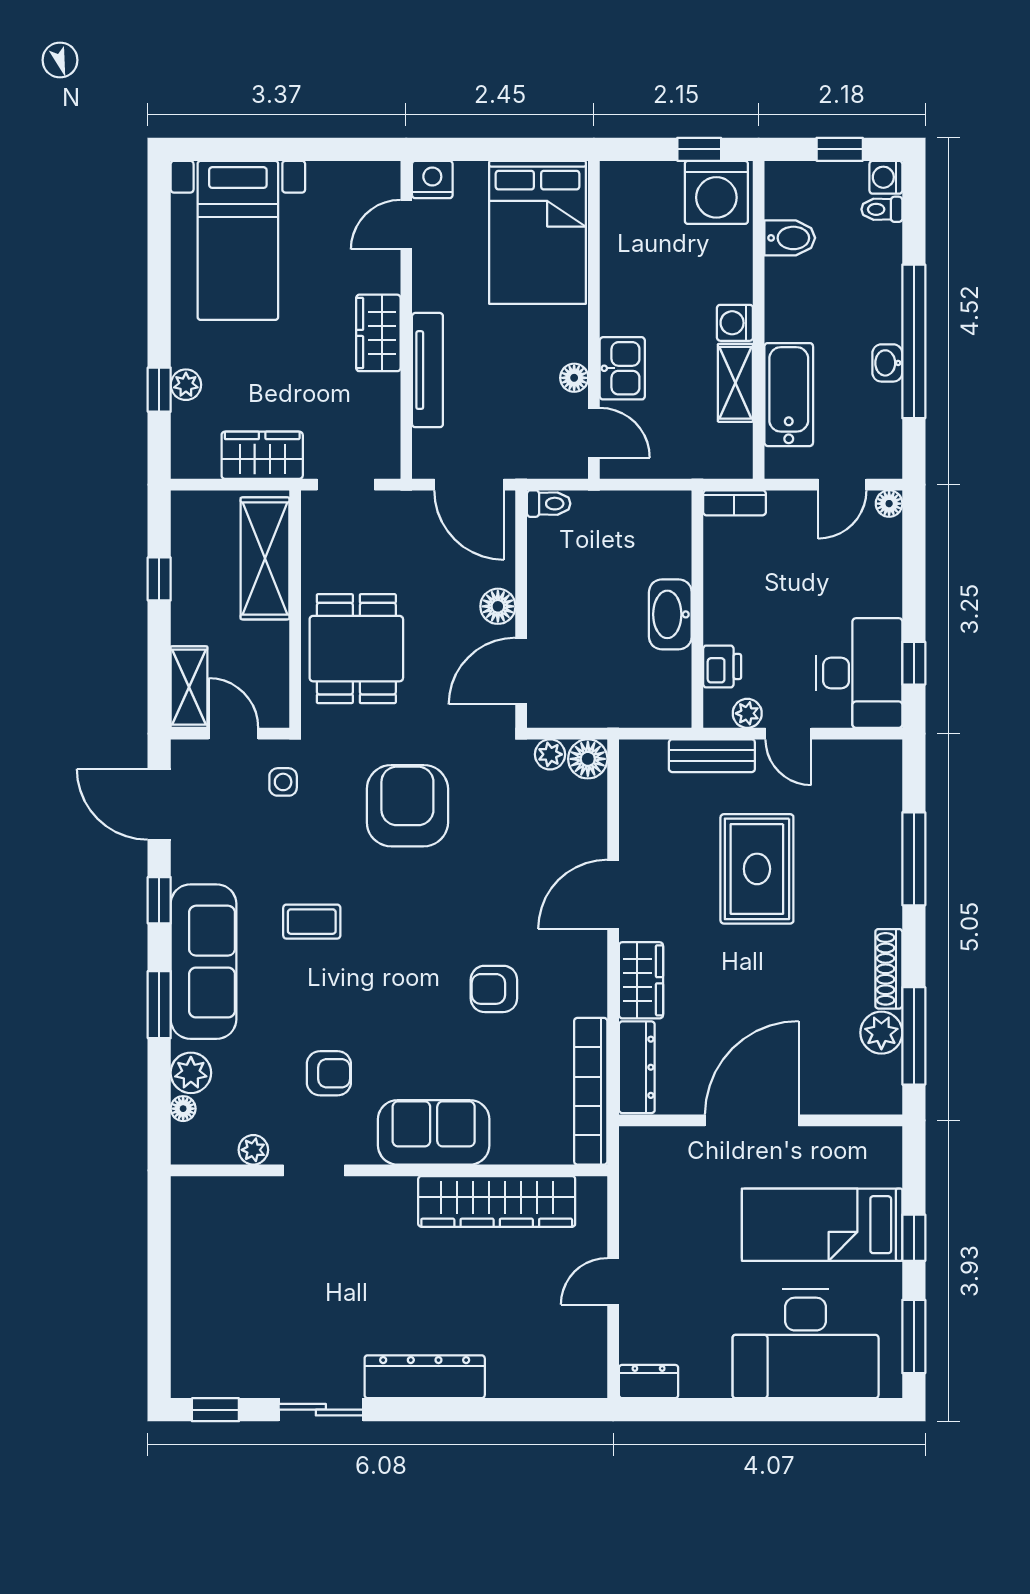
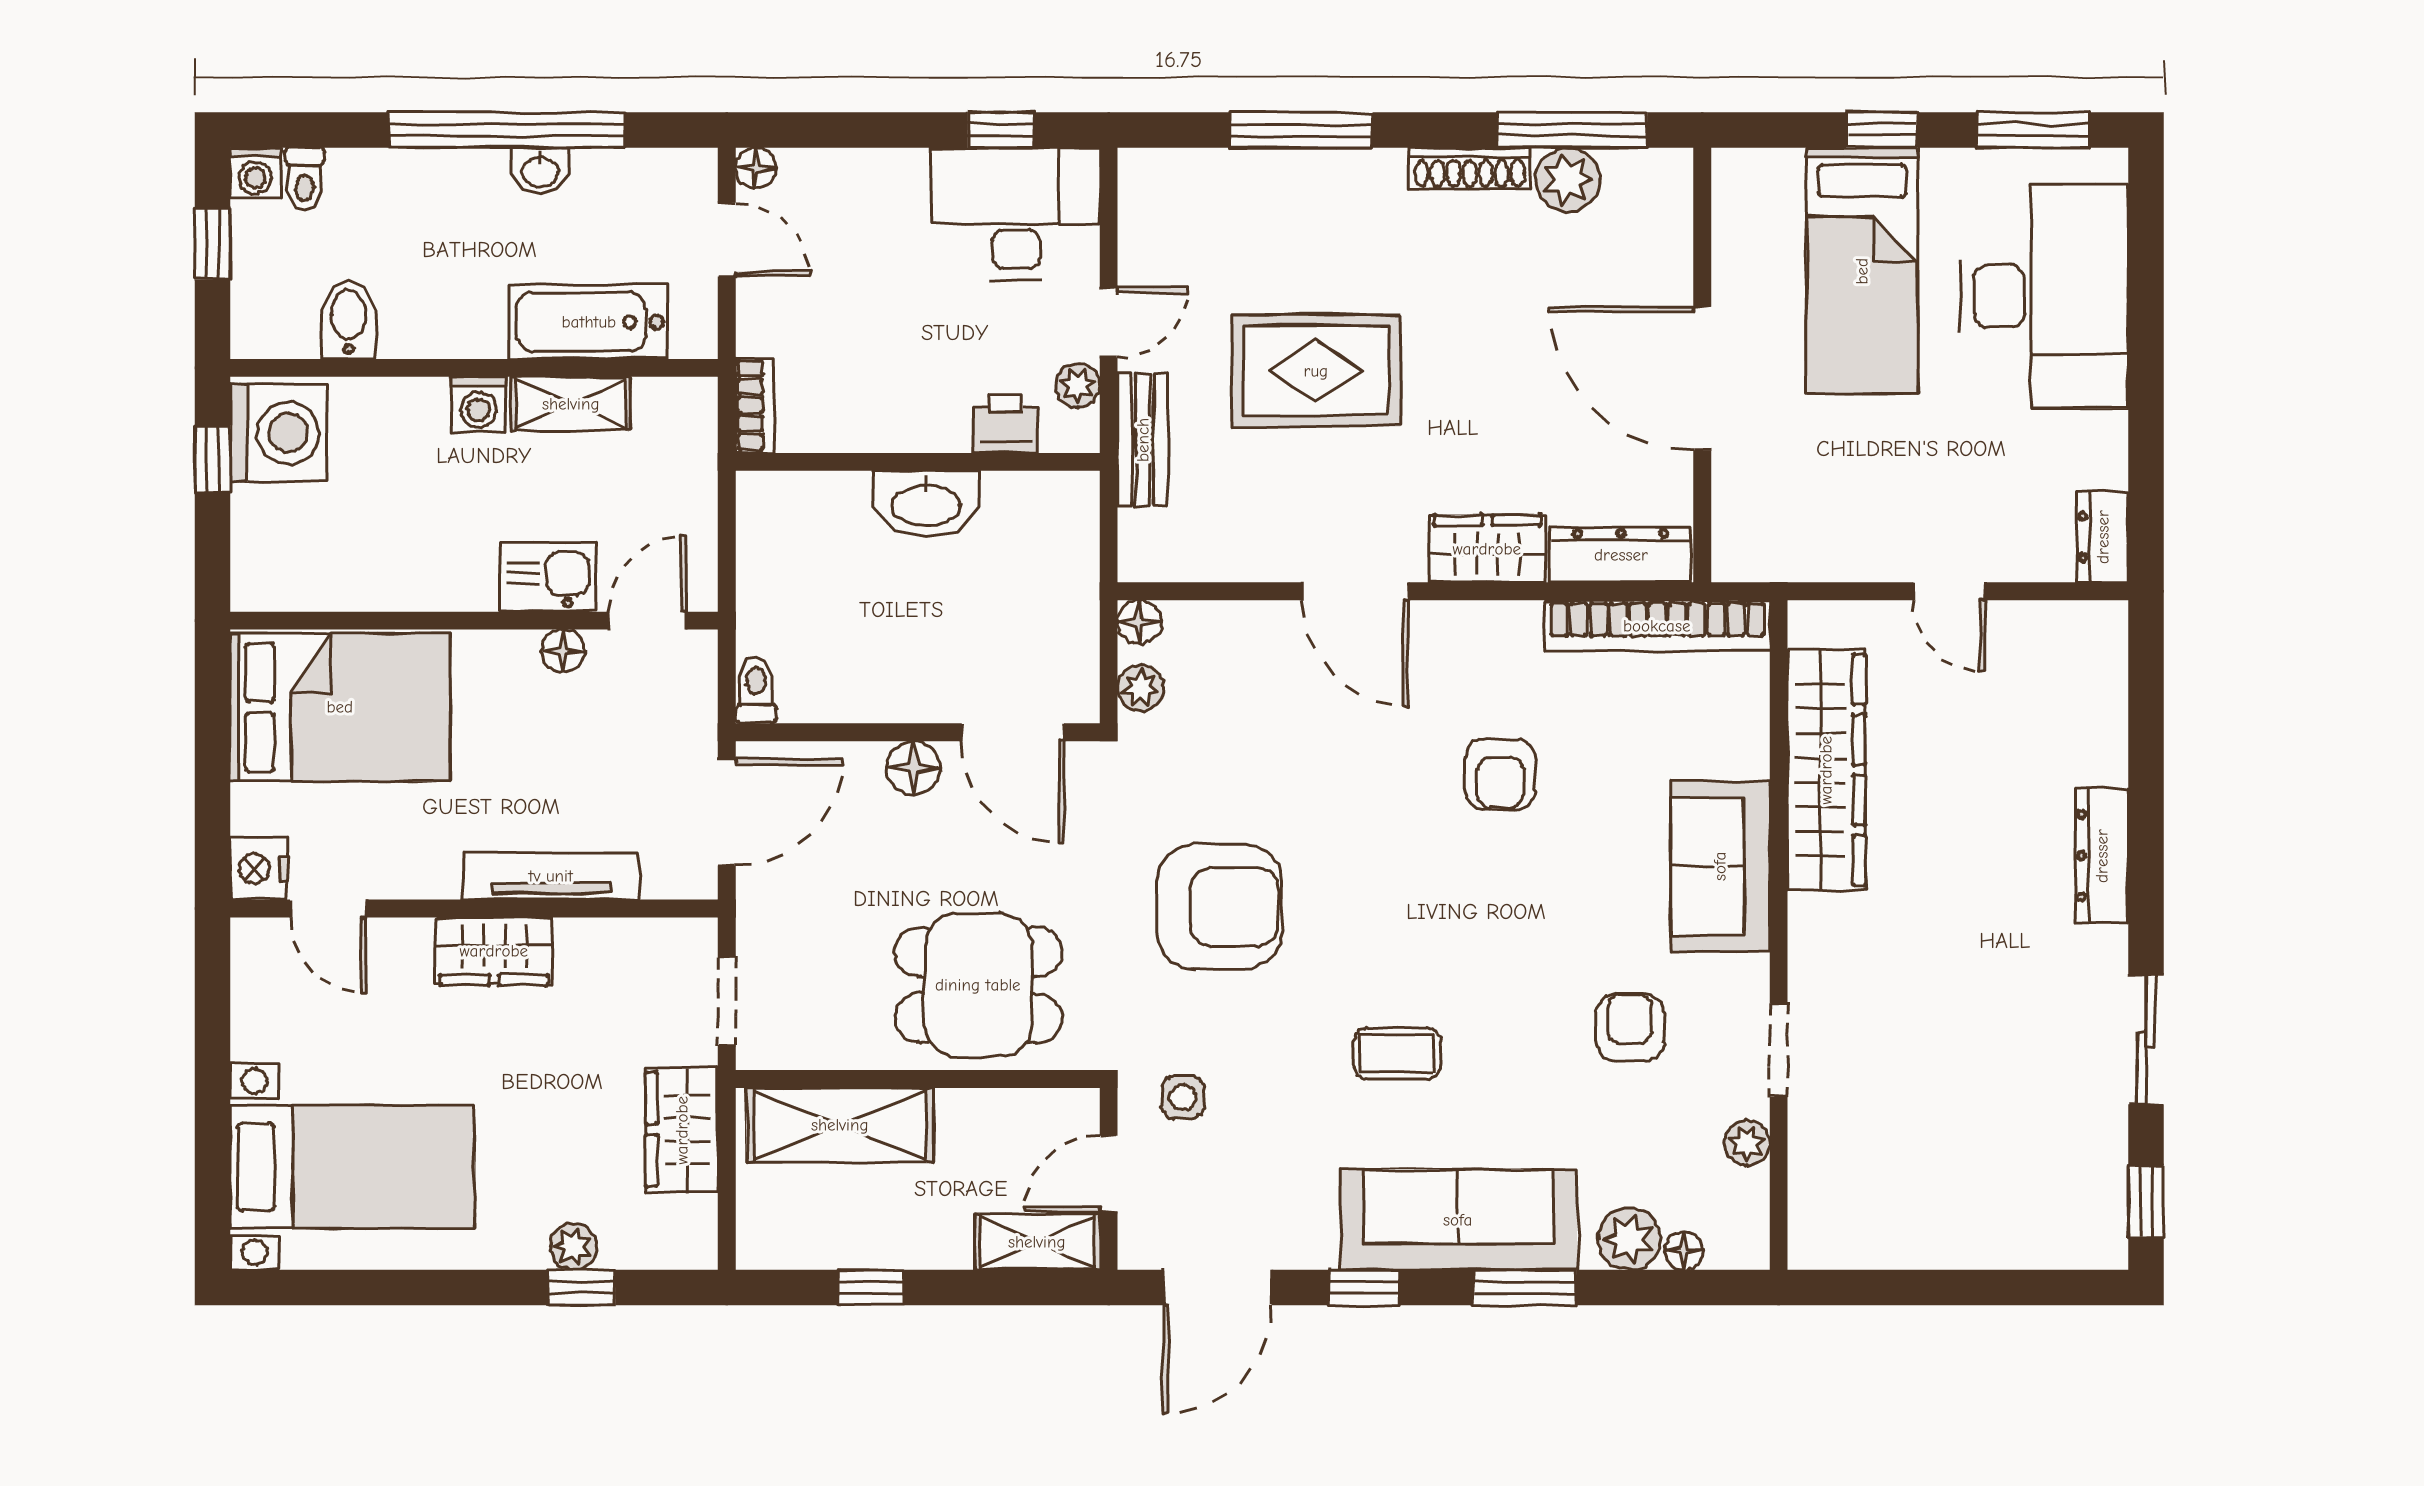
floor lamp: (588, 759) -> (1139, 622), width x0.73, depth x0.73
armchair: (407, 806) -> (1219, 907), turned 180
coffee table: (312, 922) -> (1397, 1053), turned 90
dresser: (425, 1377) -> (2102, 856), width x0.73, depth x0.80

